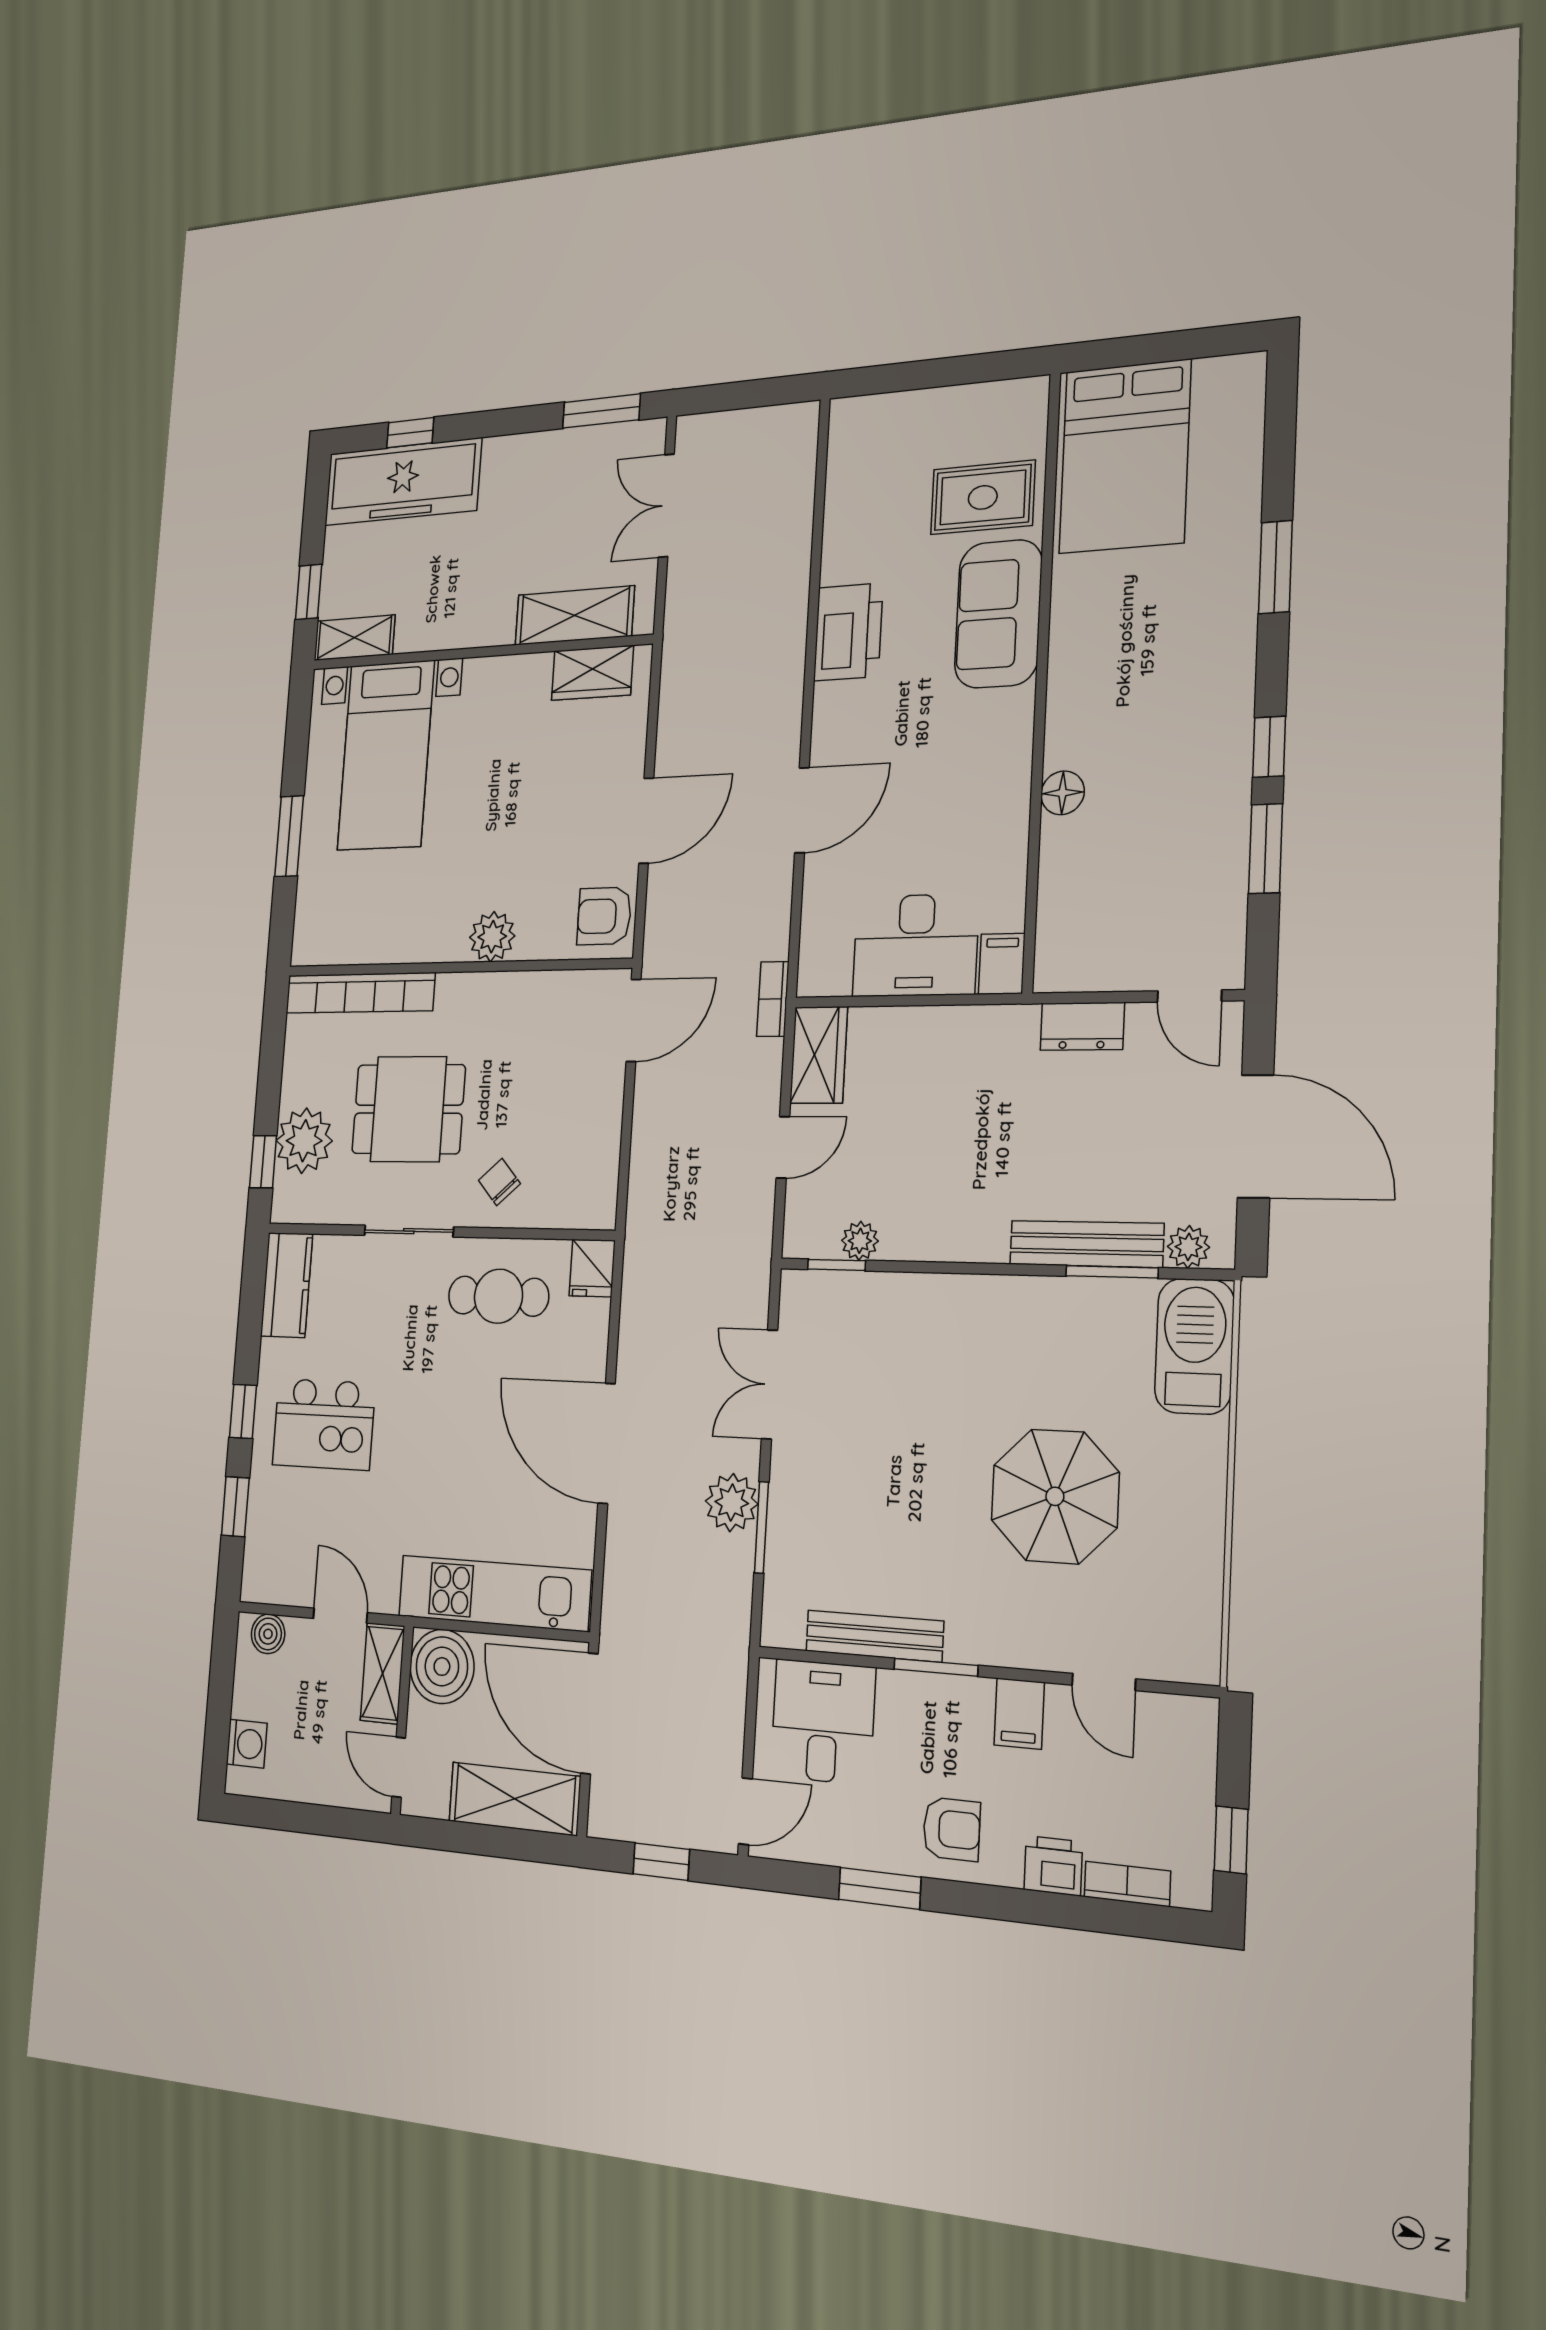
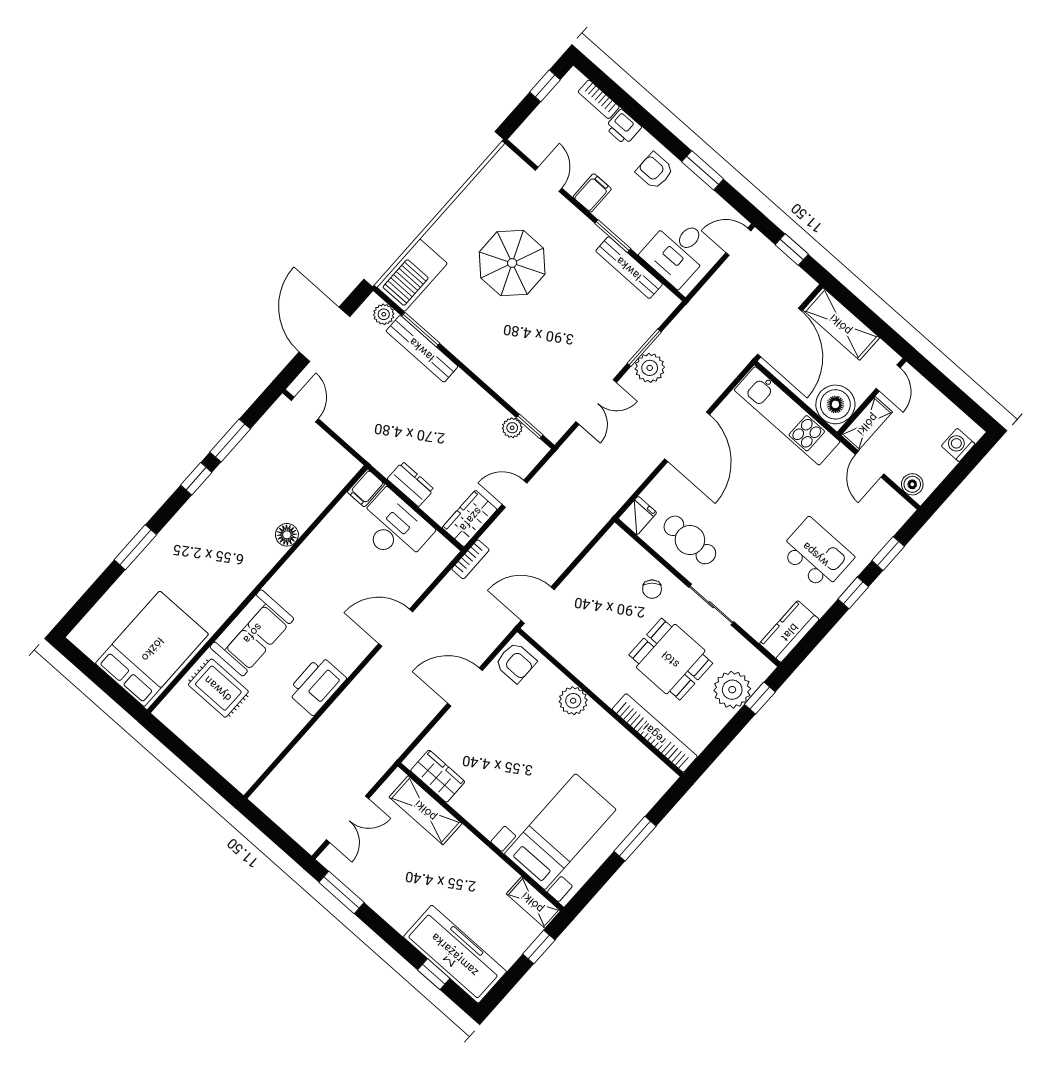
dresser: (1082, 1026) -> (411, 484), moved

